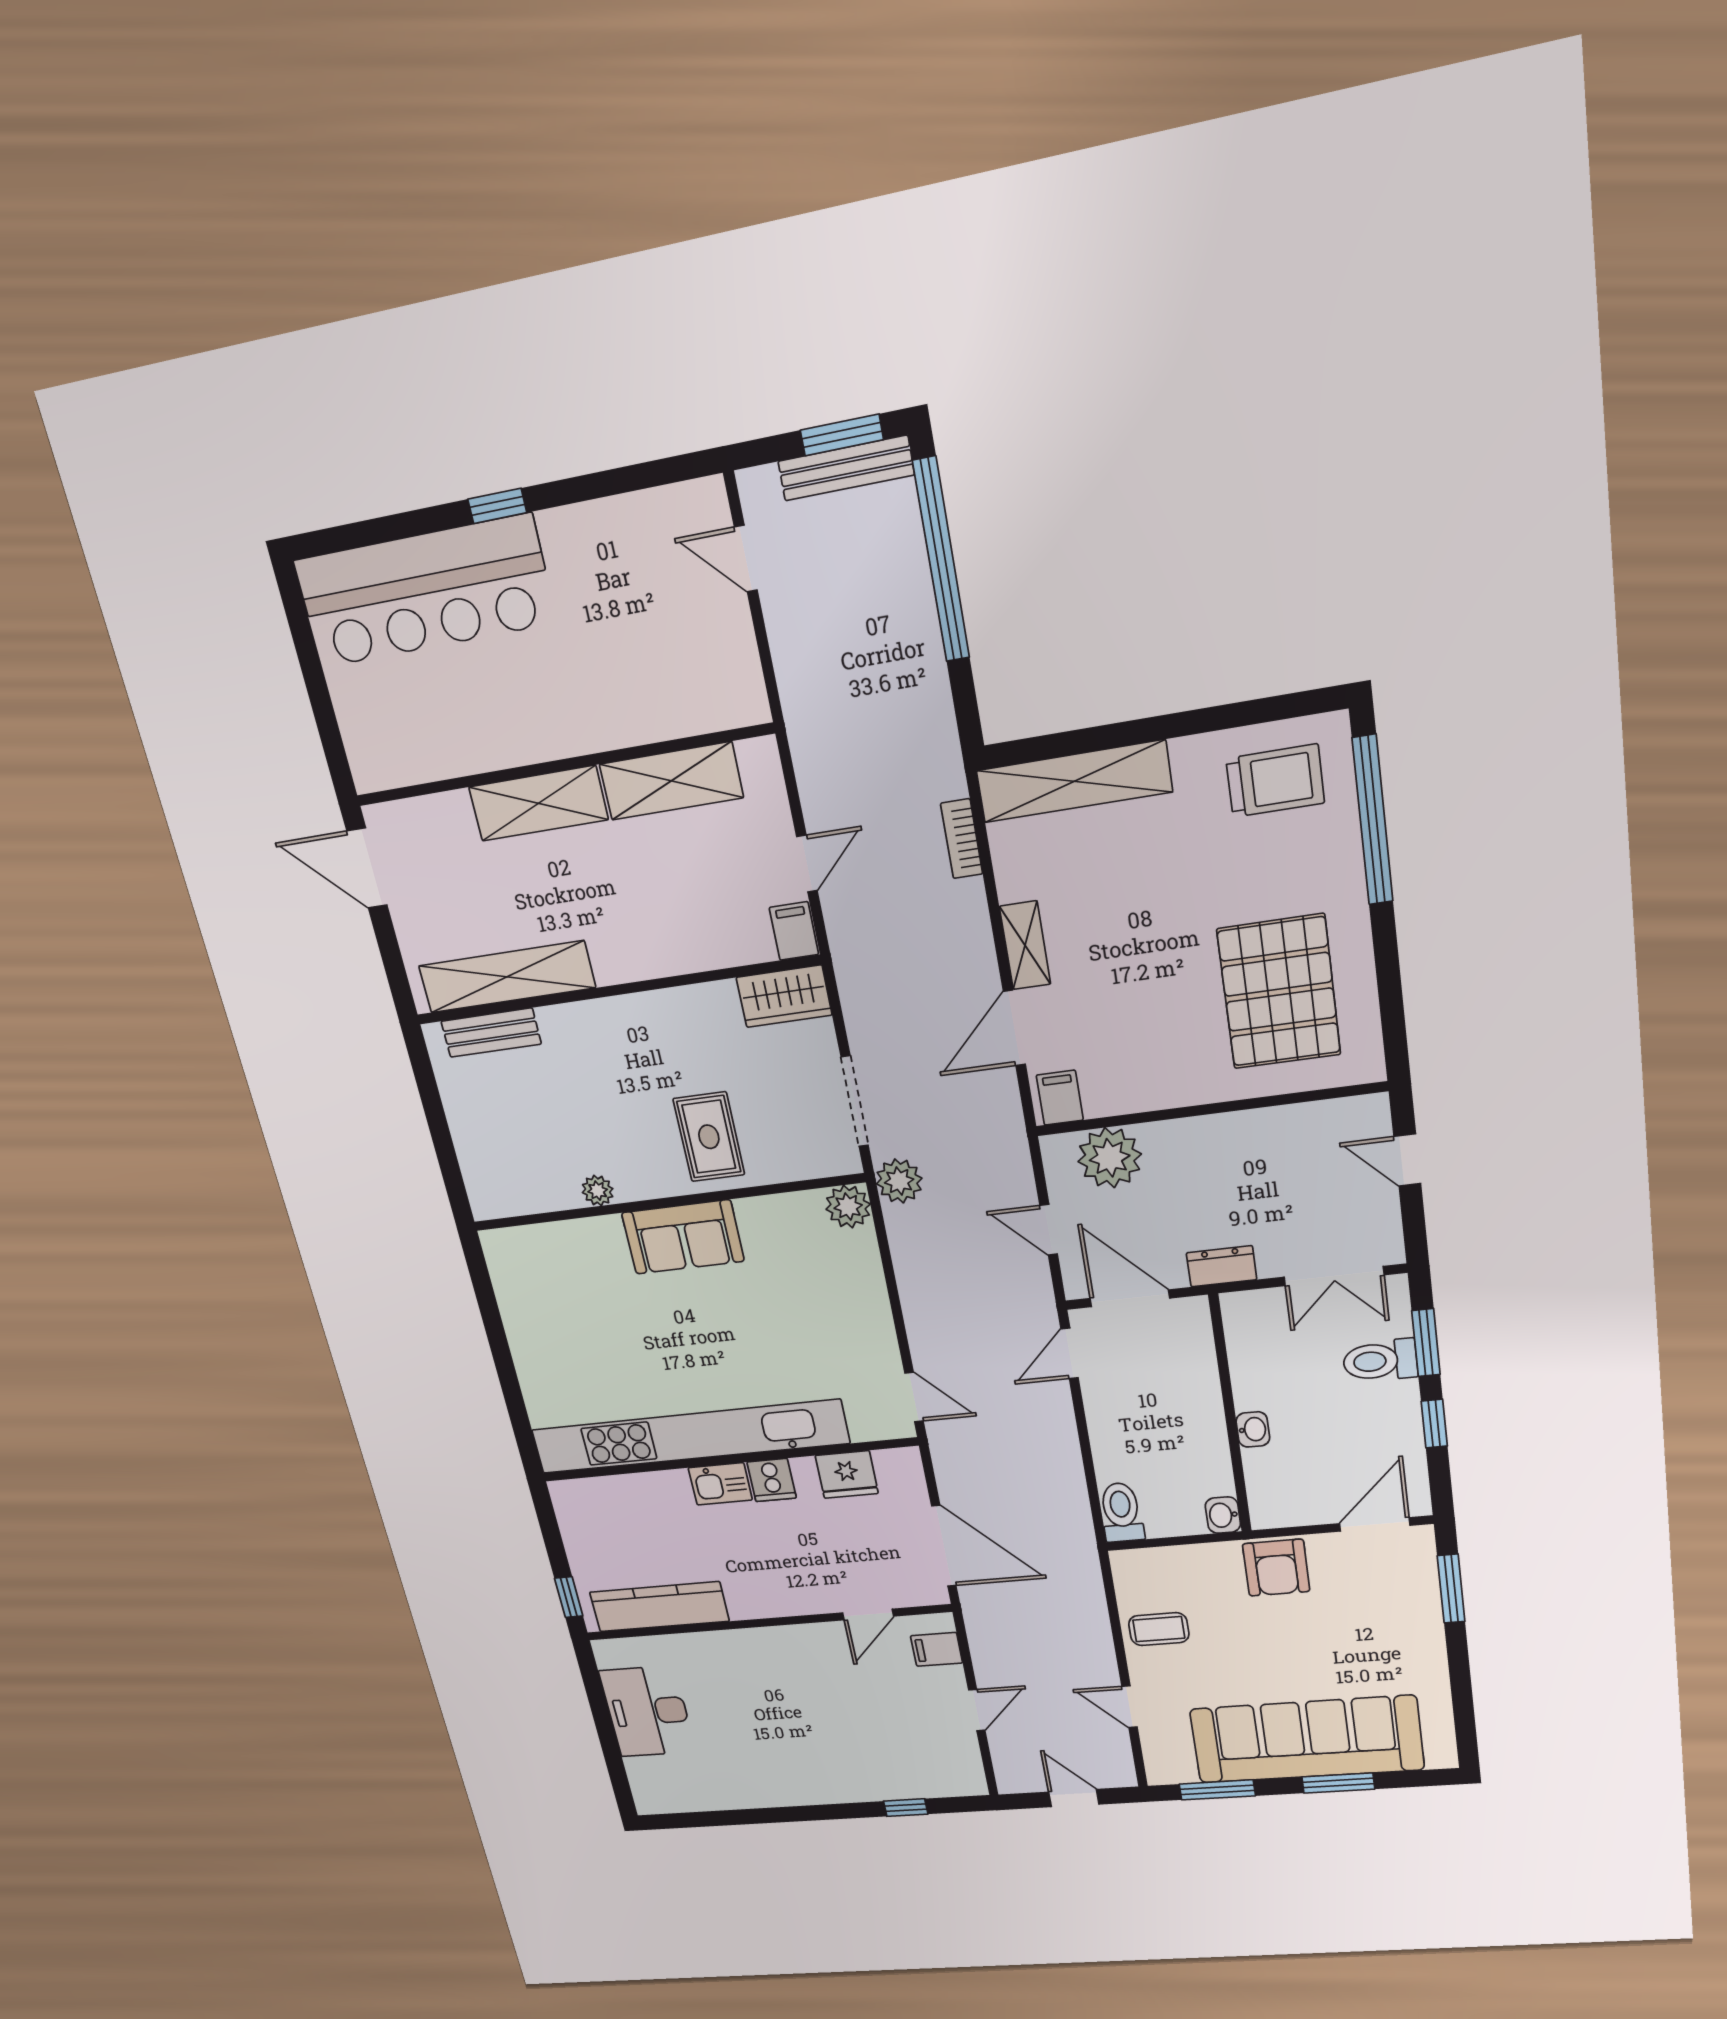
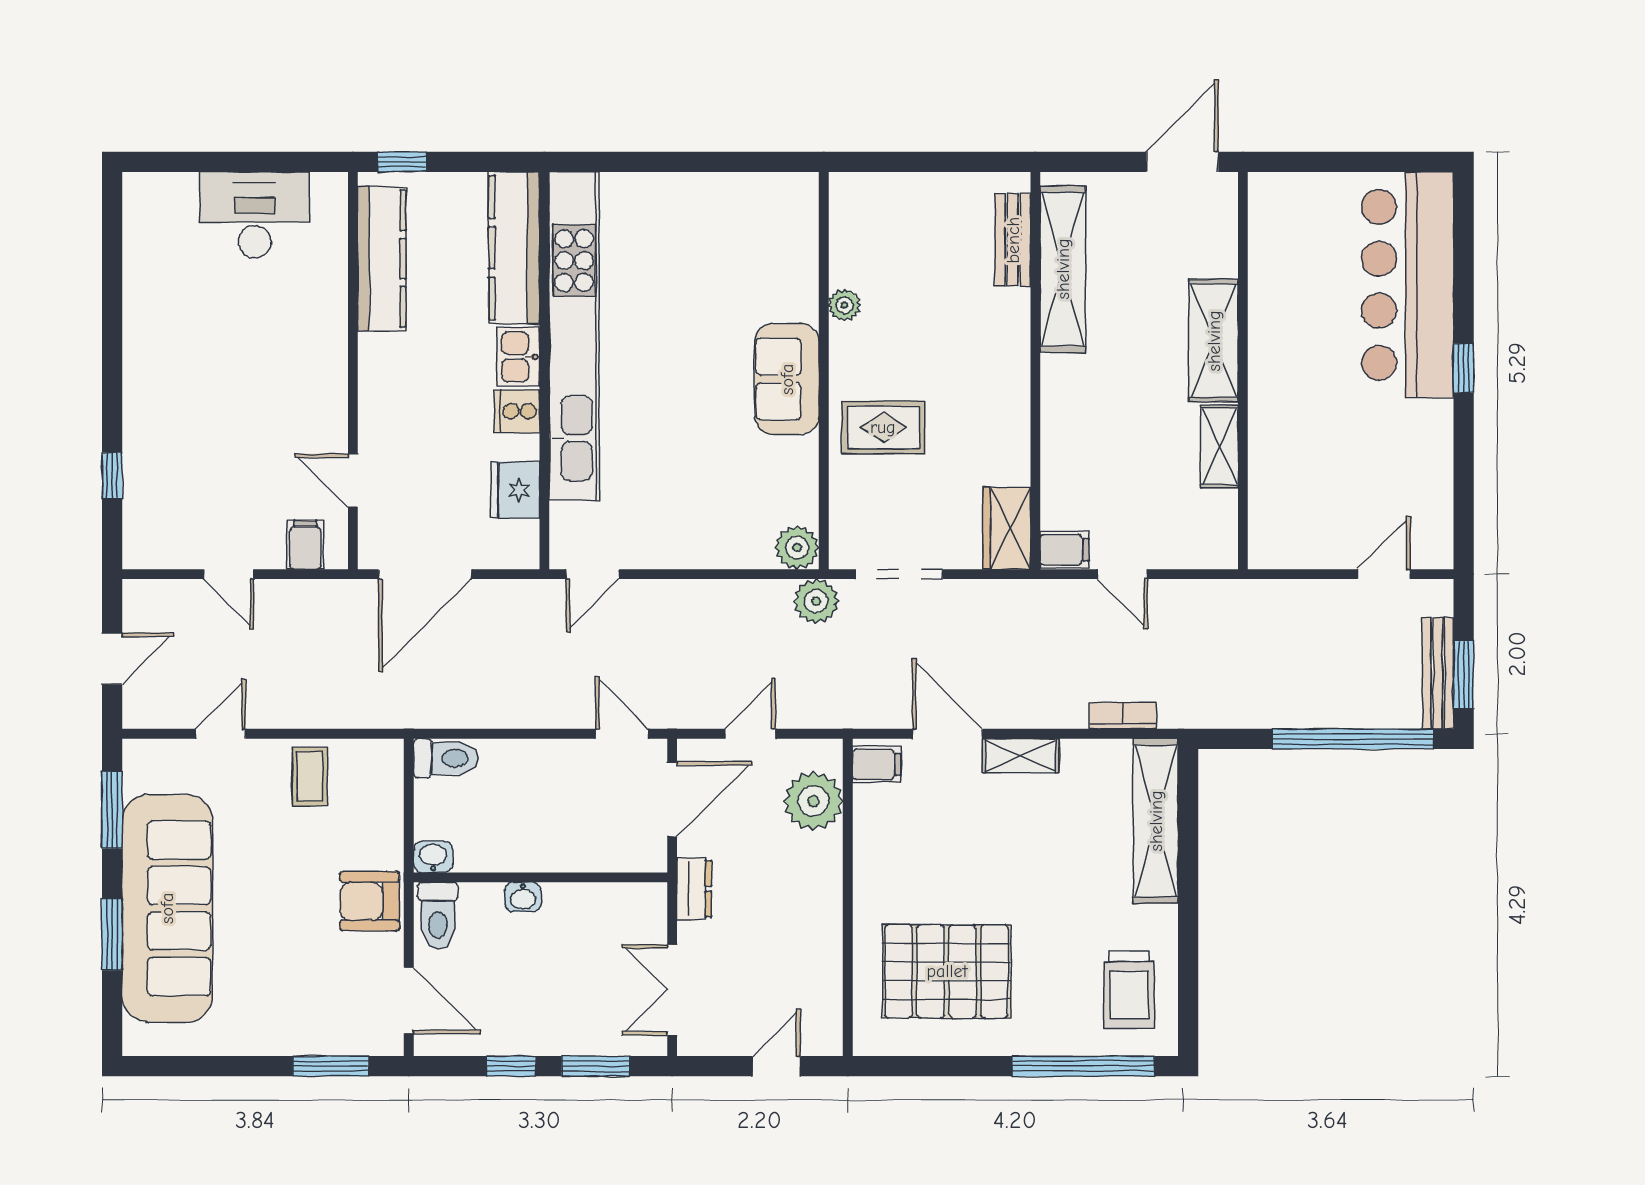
shelving: (671, 781) -> (1219, 446), width x0.67, depth x0.75
toilet: (1380, 1361) -> (438, 916), moved, turned 180
kitchen counter: (621, 1496) -> (514, 248), added

